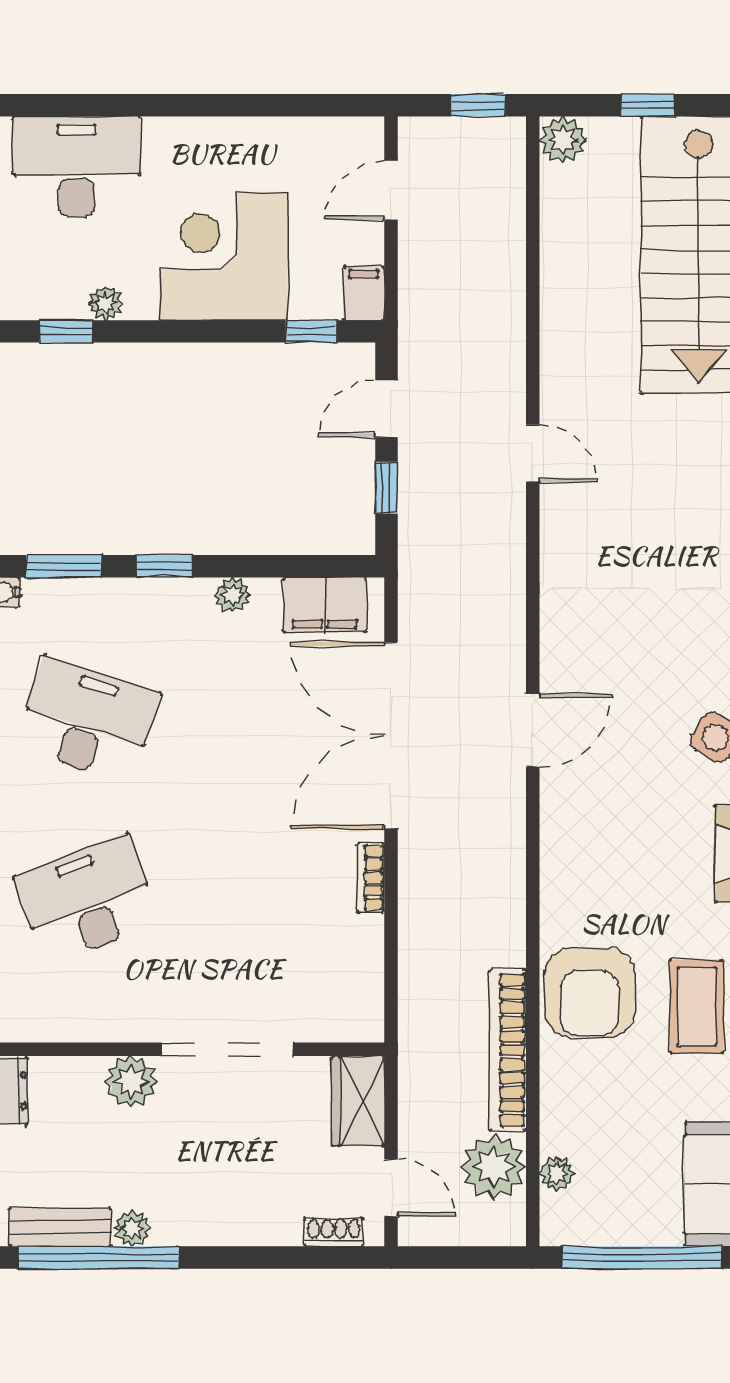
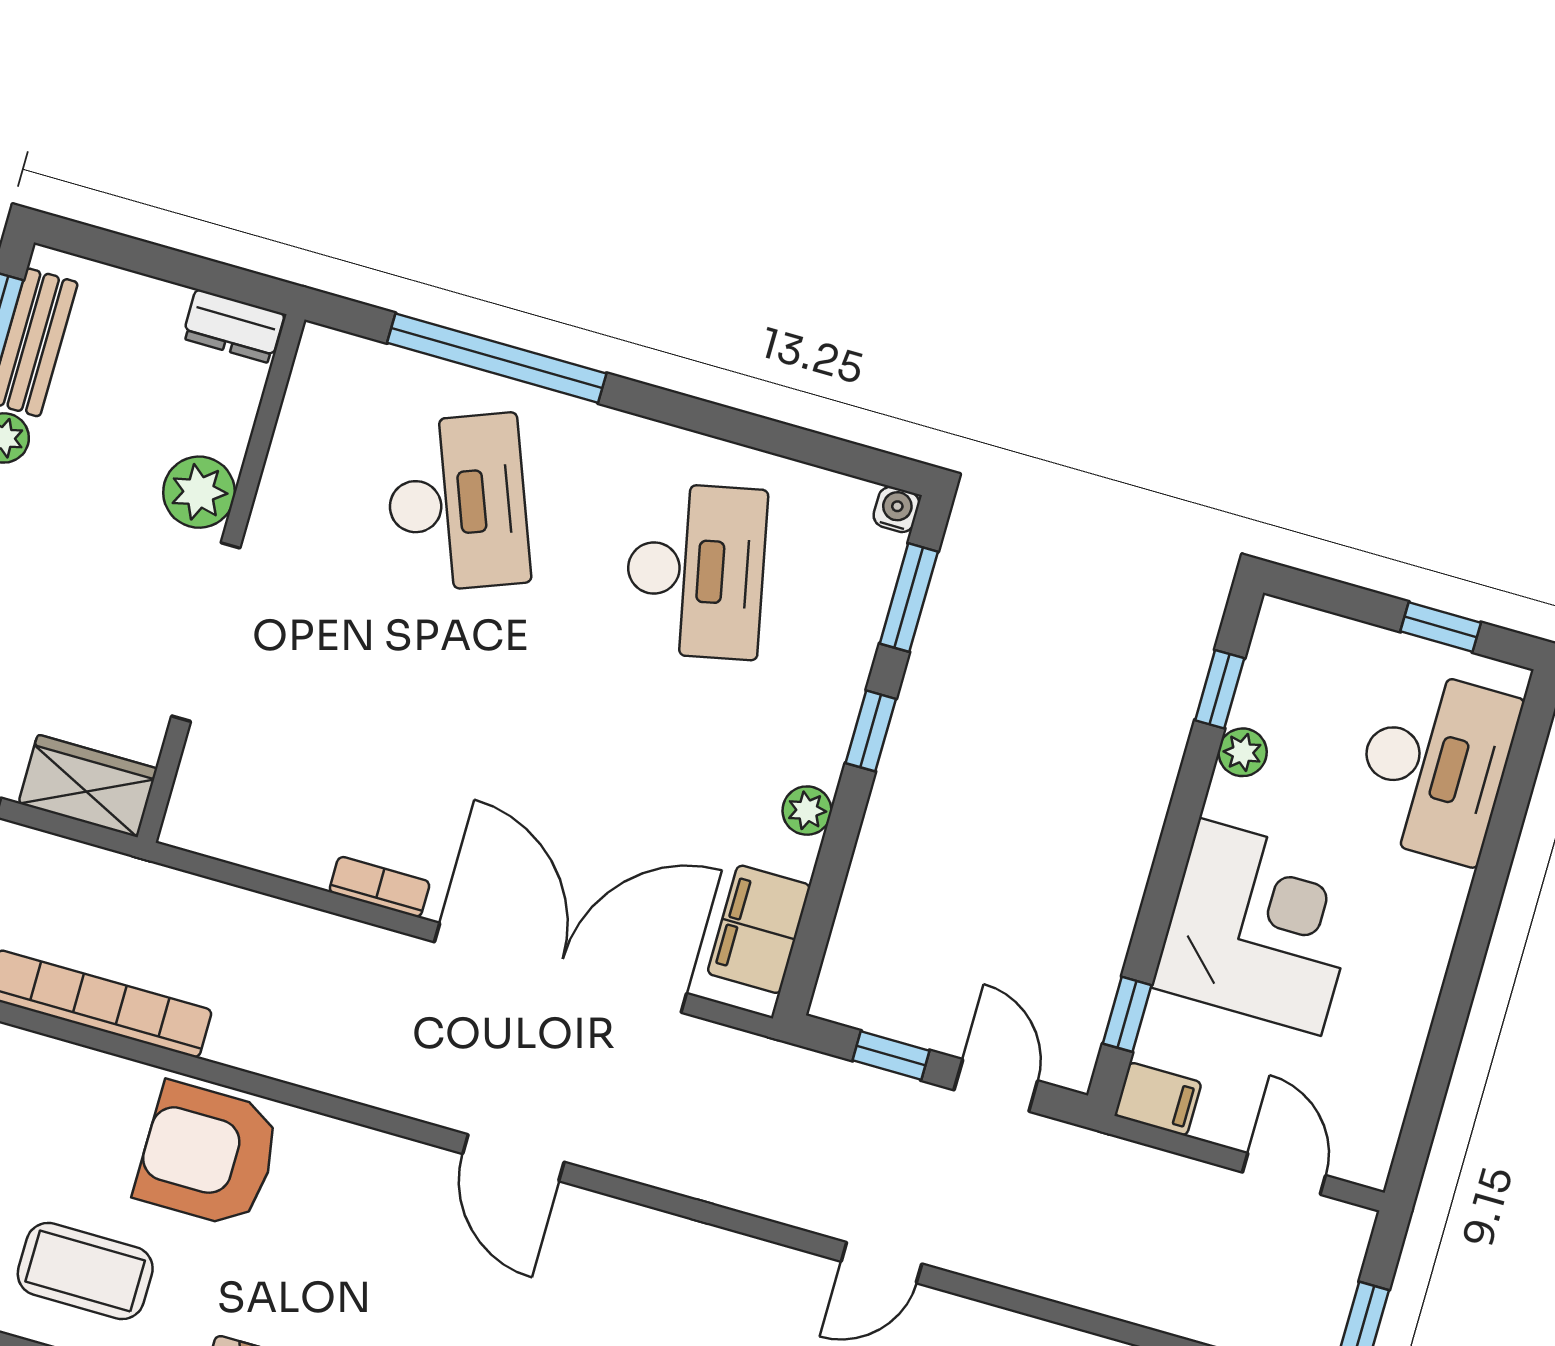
desk: (88, 720) -> (695, 571), turned -30
armchair: (590, 992) -> (208, 1155), moved

